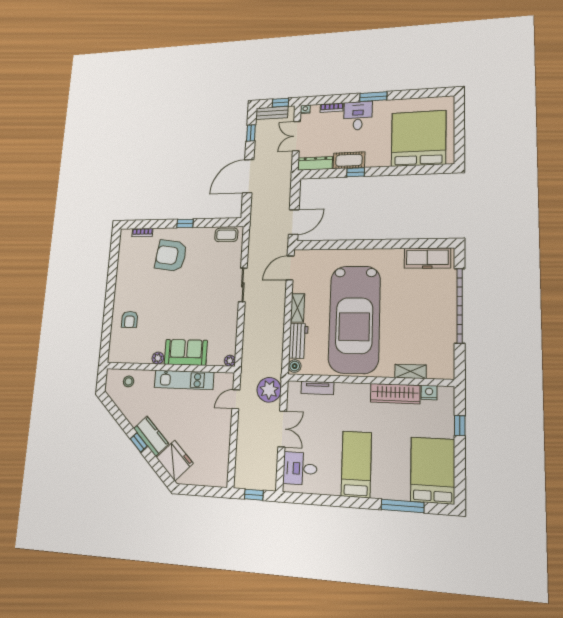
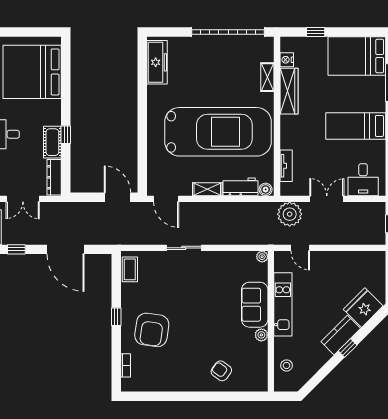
garage door: (460, 306) -> (228, 32), moved
armchair: (130, 320) -> (221, 371), turned -144

